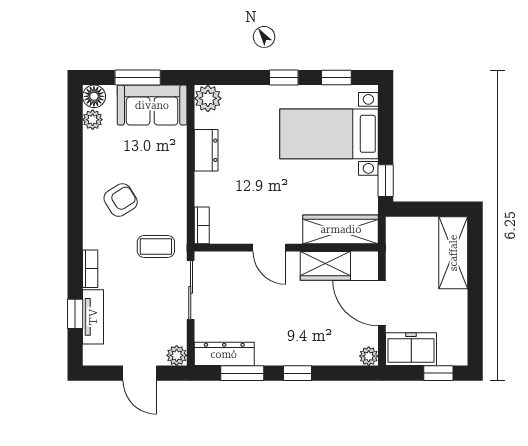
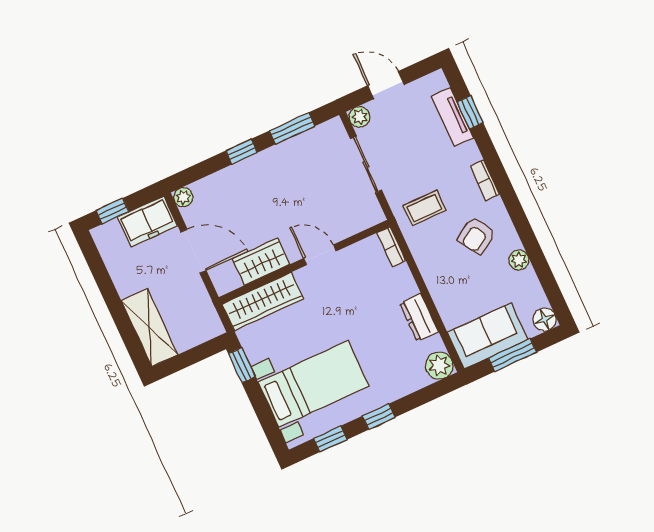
plant: (93, 120) -> (519, 260), moved
bookcase: (90, 269) -> (485, 180), moved
sliding door: (191, 290) -> (366, 164), moved
dresser: (224, 354) -> (317, 138), removed

